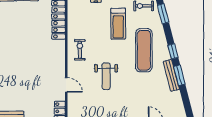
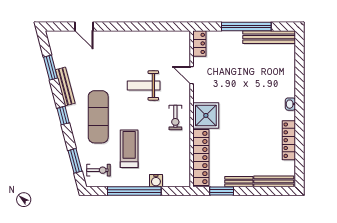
shower: (54, 51) -> (206, 115), added
window: (179, 75) -> (51, 68), moved
weight bench: (106, 76) -> (144, 85), turned -90

